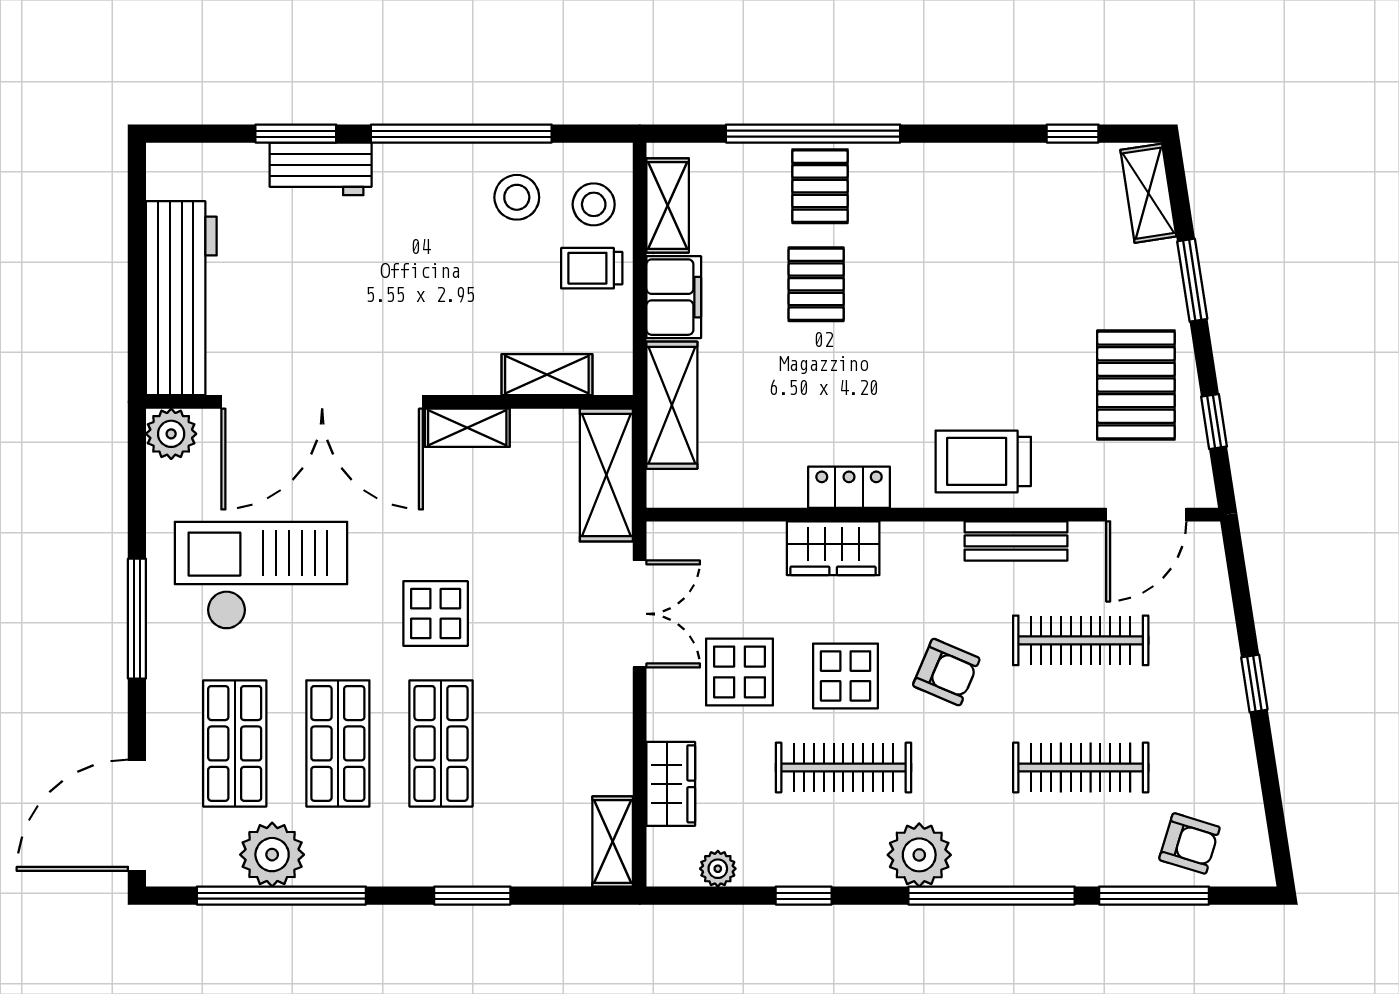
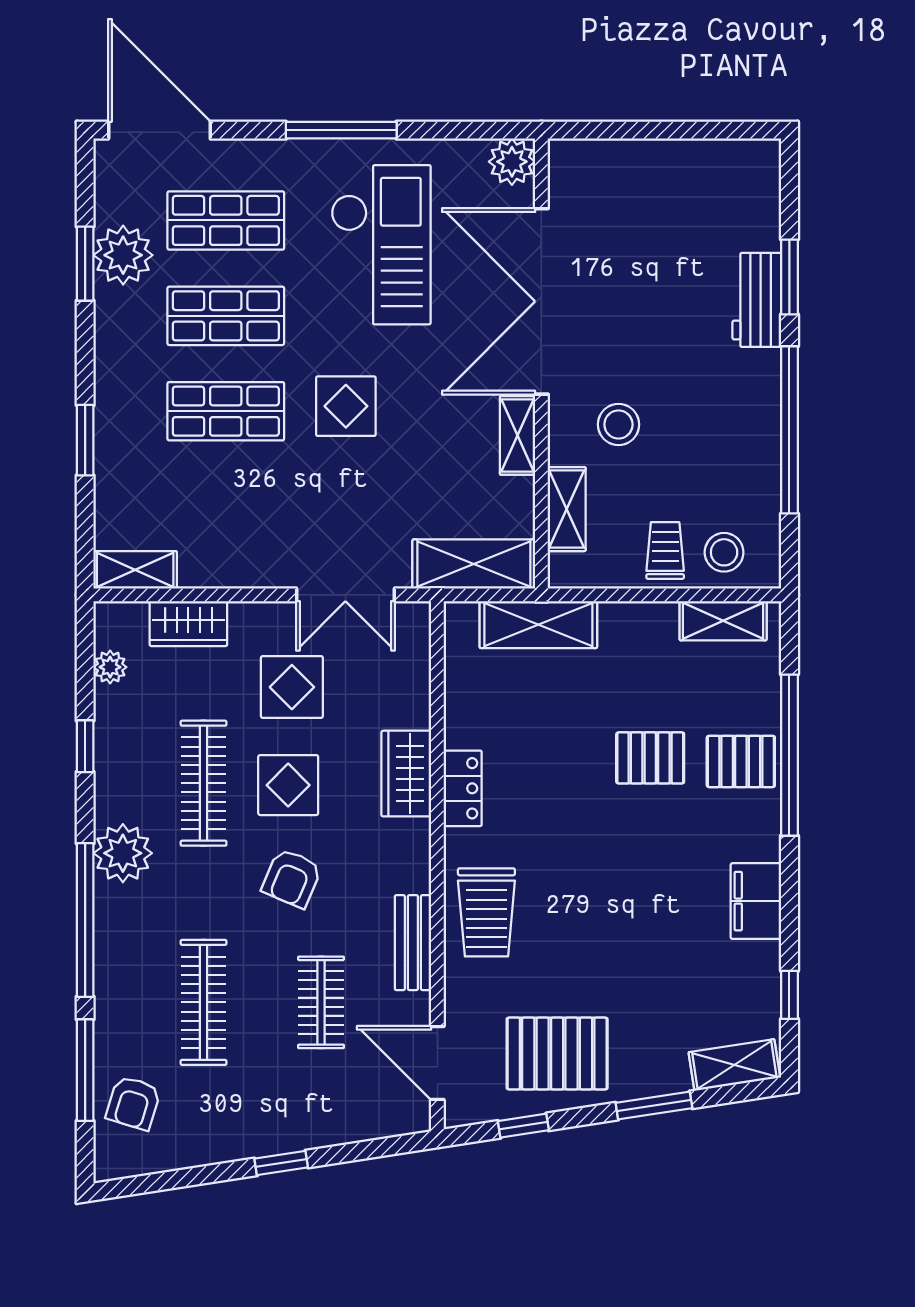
stool: (517, 197) -> (618, 424), moved
filing cabinet: (674, 297) -> (756, 901), moved, turned 90
workbench: (181, 298) -> (637, 171), removed
trolley: (983, 461) -> (486, 912), turned 180
clothes rail: (1081, 640) -> (321, 1002), width x0.73
window: (281, 896) -> (85, 264), width x0.47

